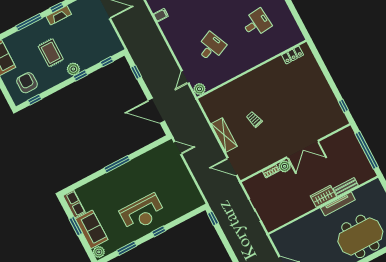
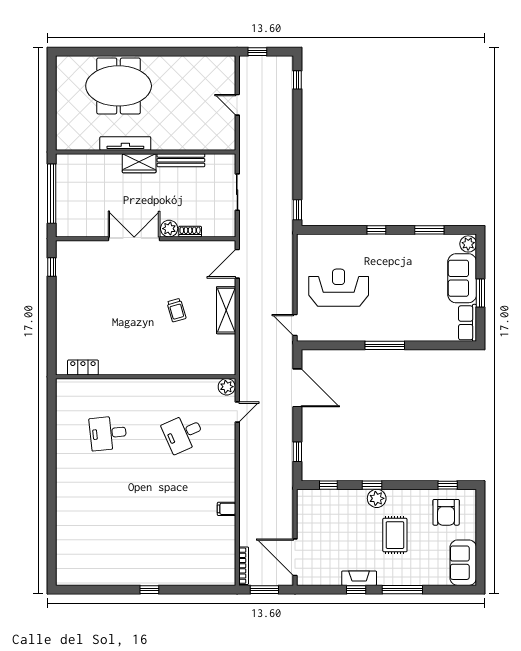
door: (232, 167) -> (237, 264), swing flipped
bench: (346, 187) -> (181, 160), moved, width x1.36
reception desk: (142, 213) -> (339, 288), moved

